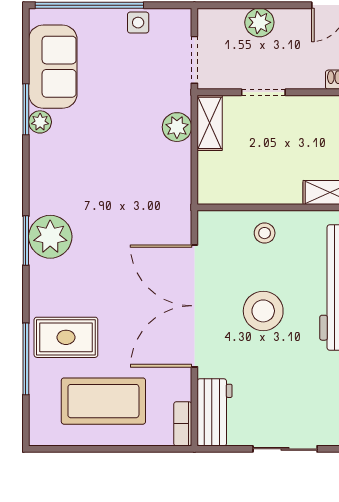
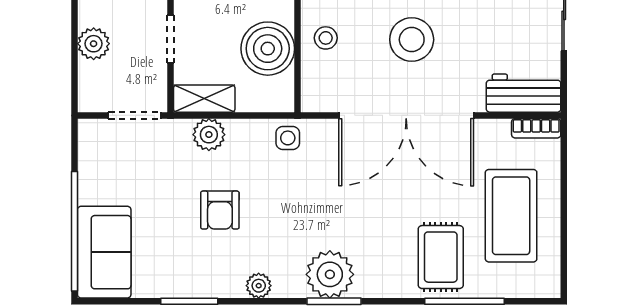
side table: (138, 23) -> (288, 138), moved
sofa: (53, 67) -> (104, 252), moved, turned 90
plant: (40, 122) -> (259, 286), moved
armchair: (109, 137) -> (220, 210), added
boiler: (255, 180) -> (268, 49), added

